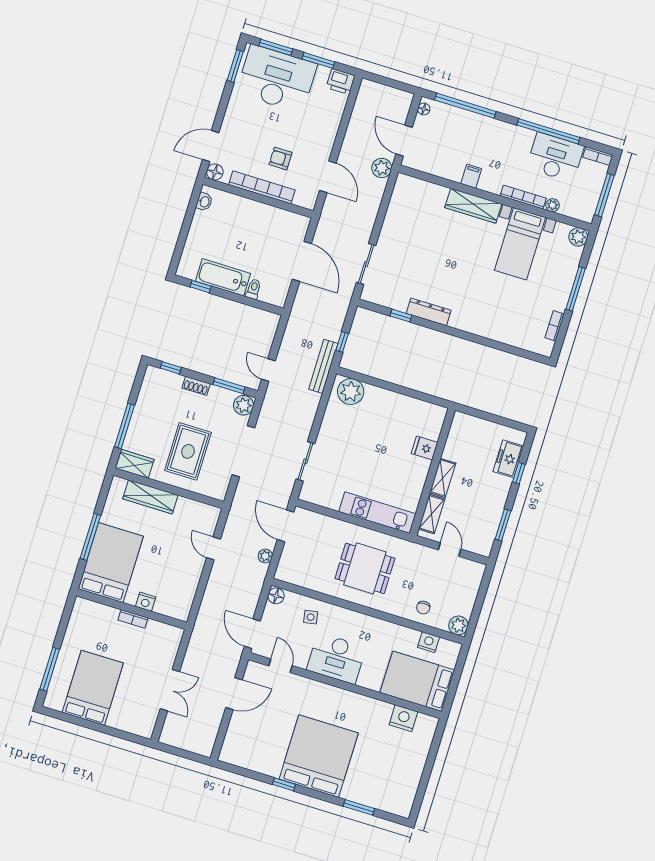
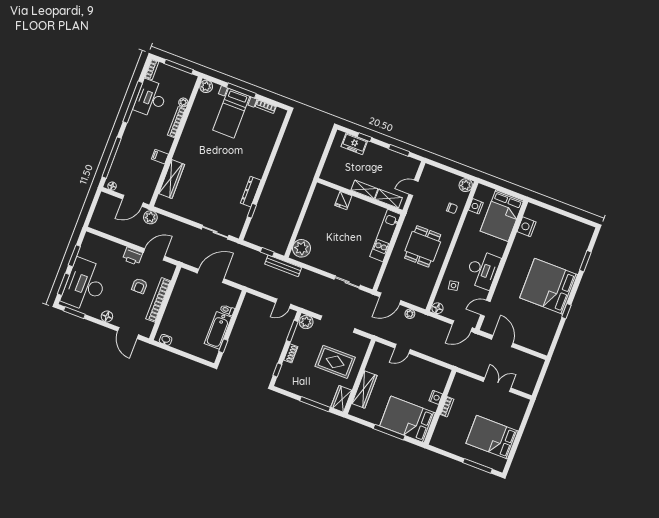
printer: (341, 82) -> (133, 256), moved, turned 90
floor lamp: (215, 172) -> (107, 316), moved
wardrobe: (473, 206) -> (172, 179), moved
bed with nightstands: (520, 244) -> (231, 113), moved, turned 90

